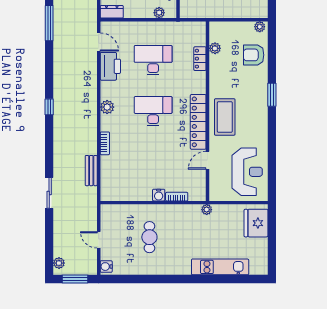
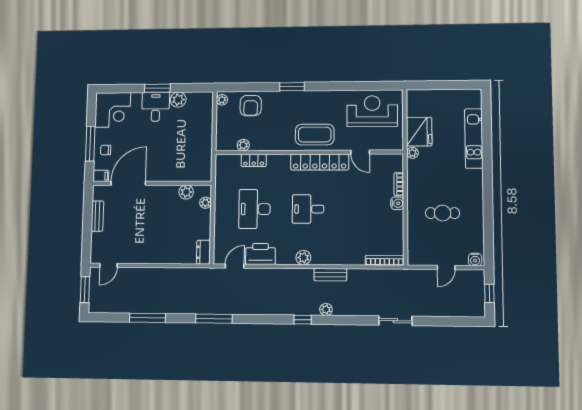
desk: (153, 111) -> (308, 209), width x0.73
bookcase: (105, 143) -> (385, 260), moved, width x1.56
bench: (91, 171) -> (330, 275), moved
fridge: (256, 223) -> (419, 132), moved, turned -90
plant: (59, 263) -> (326, 309), moved
window: (75, 279) -> (489, 293), width x0.67

